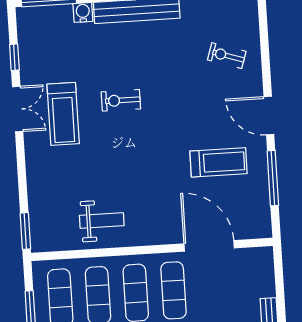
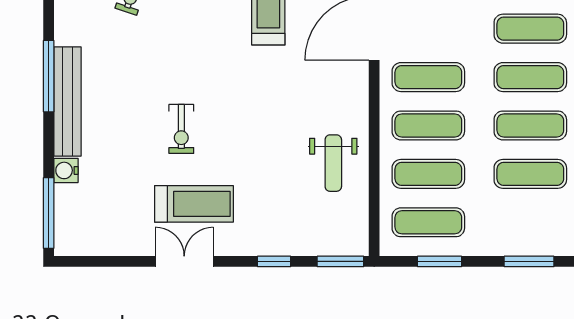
window: (14, 57) -> (274, 261), moved
weight bench: (102, 221) -> (333, 163), turned 180

